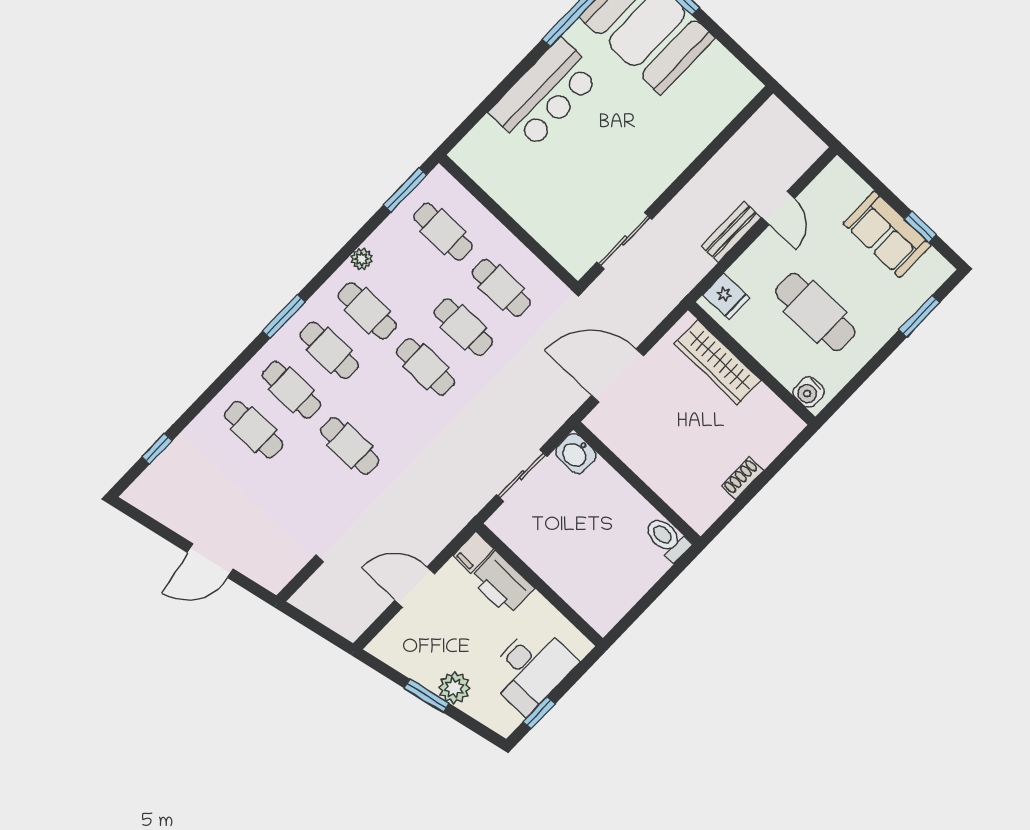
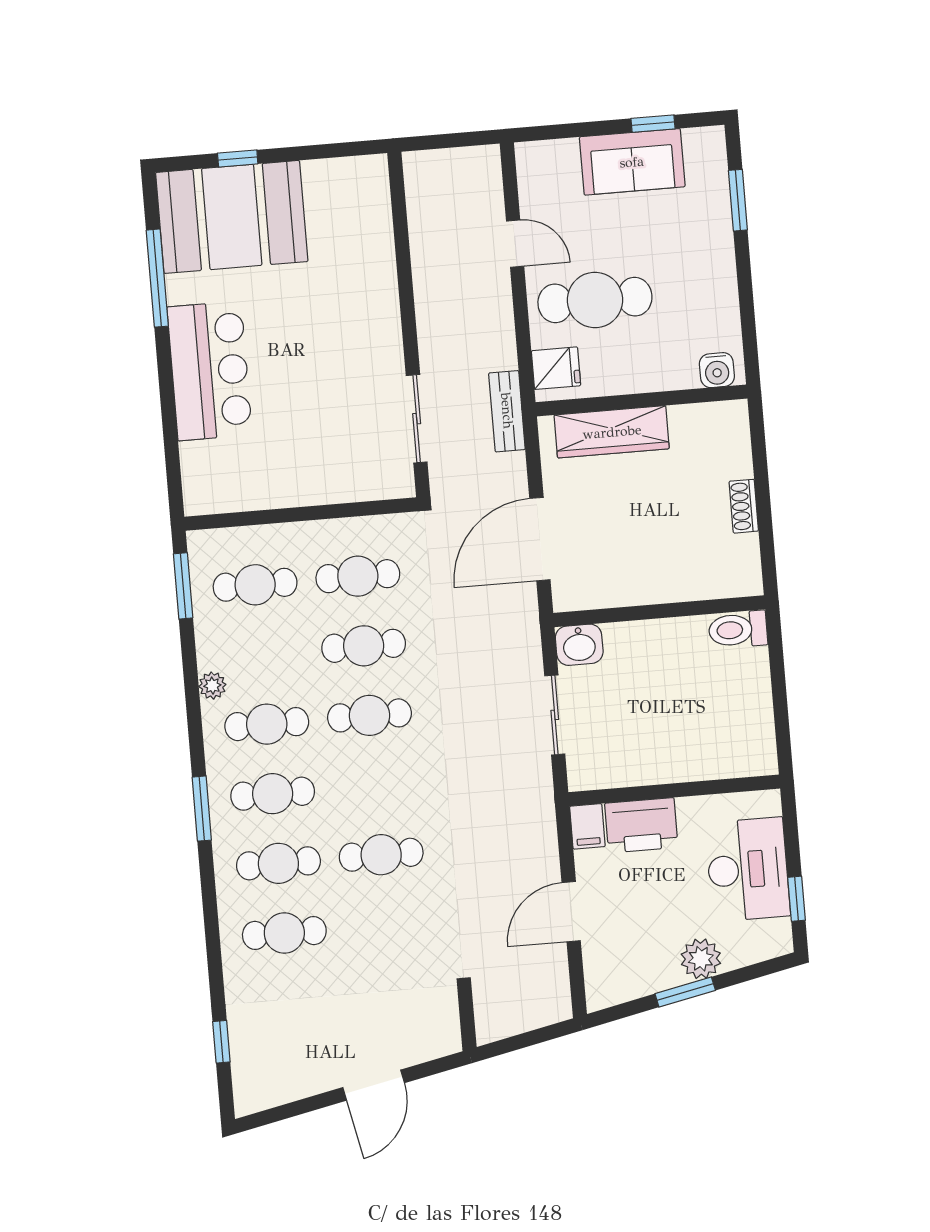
bench: (731, 232) -> (507, 411), moved
cafe table: (815, 312) -> (595, 300), moved

